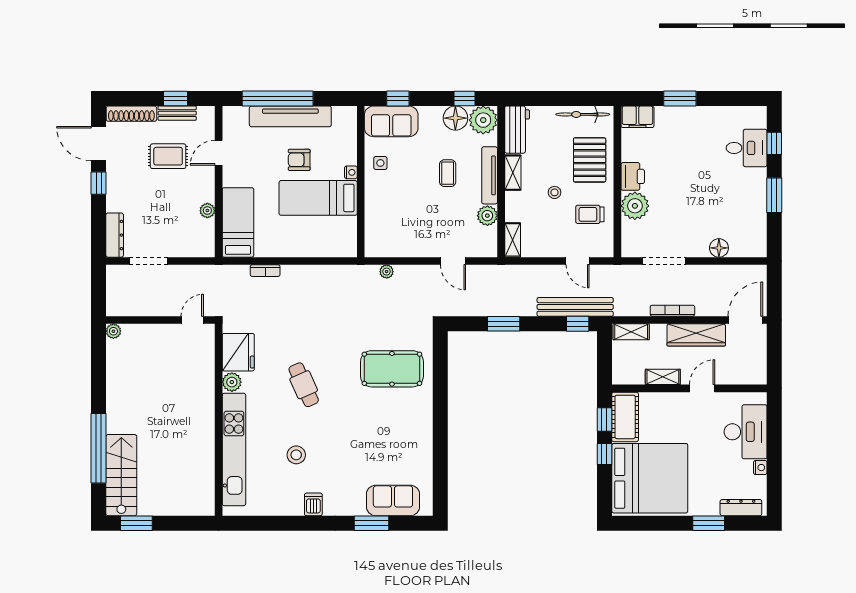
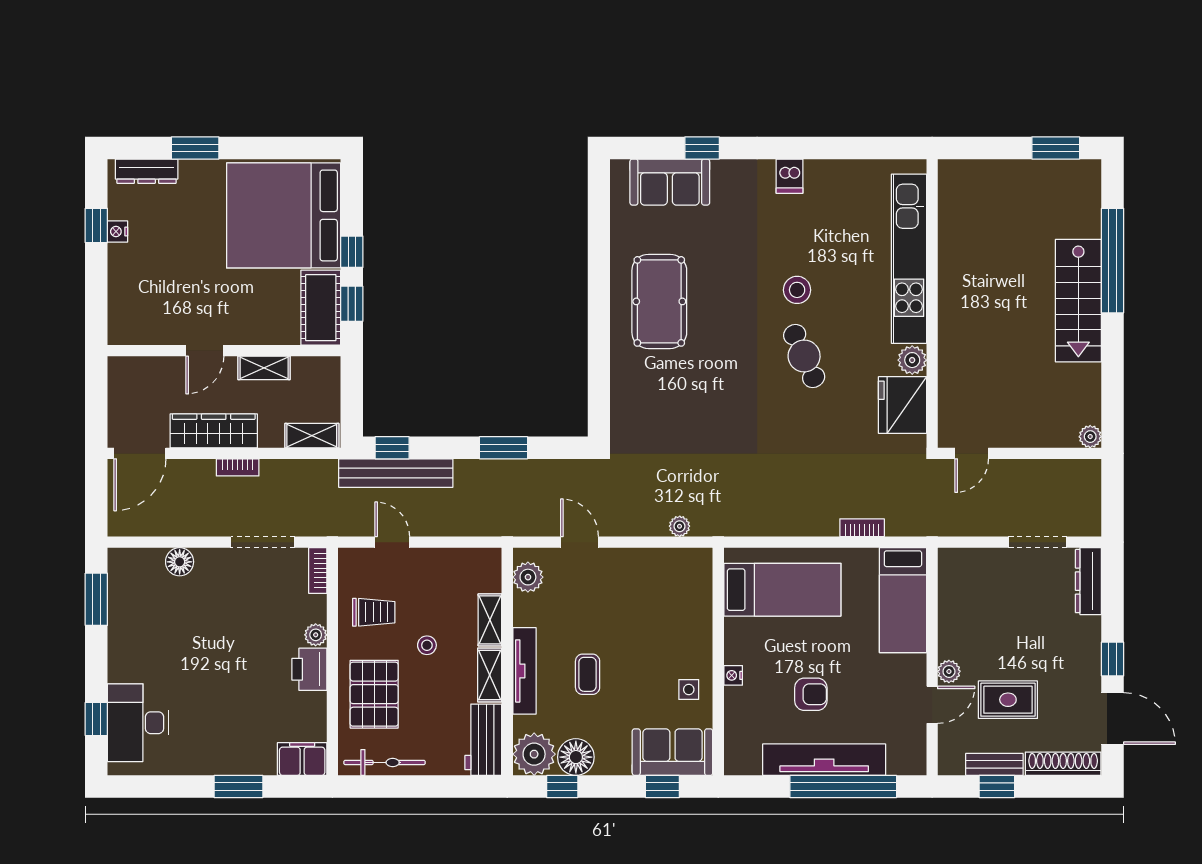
desk: (747, 148) -> (138, 723), width x1.37
window: (774, 195) -> (96, 599), moved
bed: (318, 198) -> (782, 590), moved
plant: (635, 206) -> (316, 635), width x0.53, depth x0.53
plant: (207, 211) -> (949, 671), moved
plant: (487, 216) -> (528, 577), moved
shelving: (513, 240) -> (490, 620), moved
bookcase: (627, 242) -> (318, 571), added
bookcase: (672, 311) -> (238, 467), width x0.64
pool table: (392, 369) -> (659, 301), moved, turned 90
desk: (746, 432) -> (140, 285), removed
stool: (296, 455) -> (797, 290), moved
window: (774, 472) -> (96, 225), added
stairs: (121, 475) -> (1078, 301), moved
window: (371, 523) -> (702, 148), width x0.67

